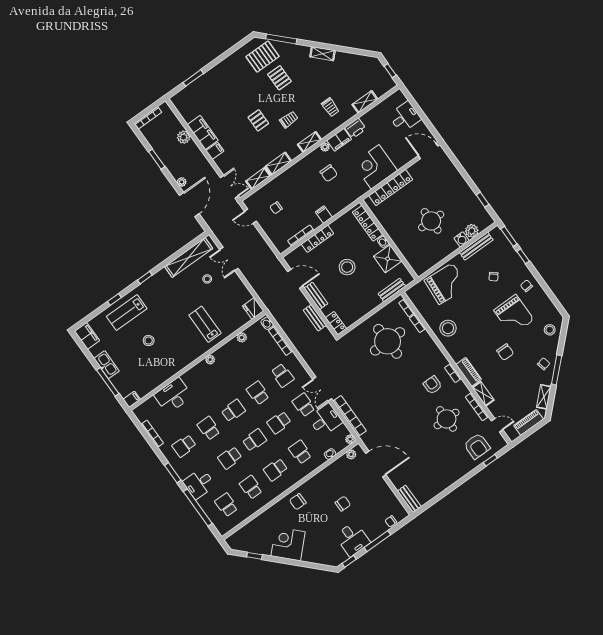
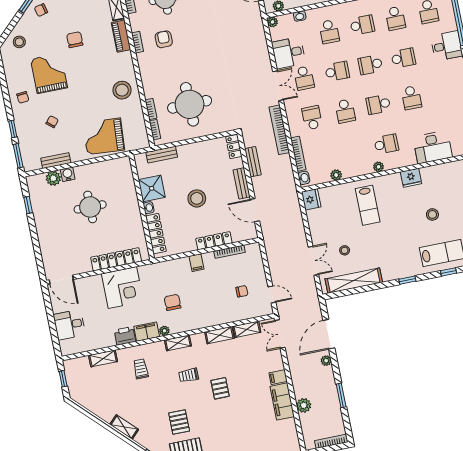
bench: (476, 246) -> (56, 161), width x0.73
fridge: (180, 363) -> (411, 178), added
armchair: (433, 385) -> (164, 39), turned 180
bookcase: (350, 416) -> (279, 130), moved
school desk: (184, 446) -> (386, 144), moved

